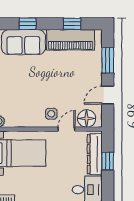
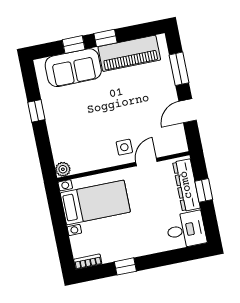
window: (72, 24) -> (106, 38), moved
floor lamp: (87, 118) -> (168, 144), removed

